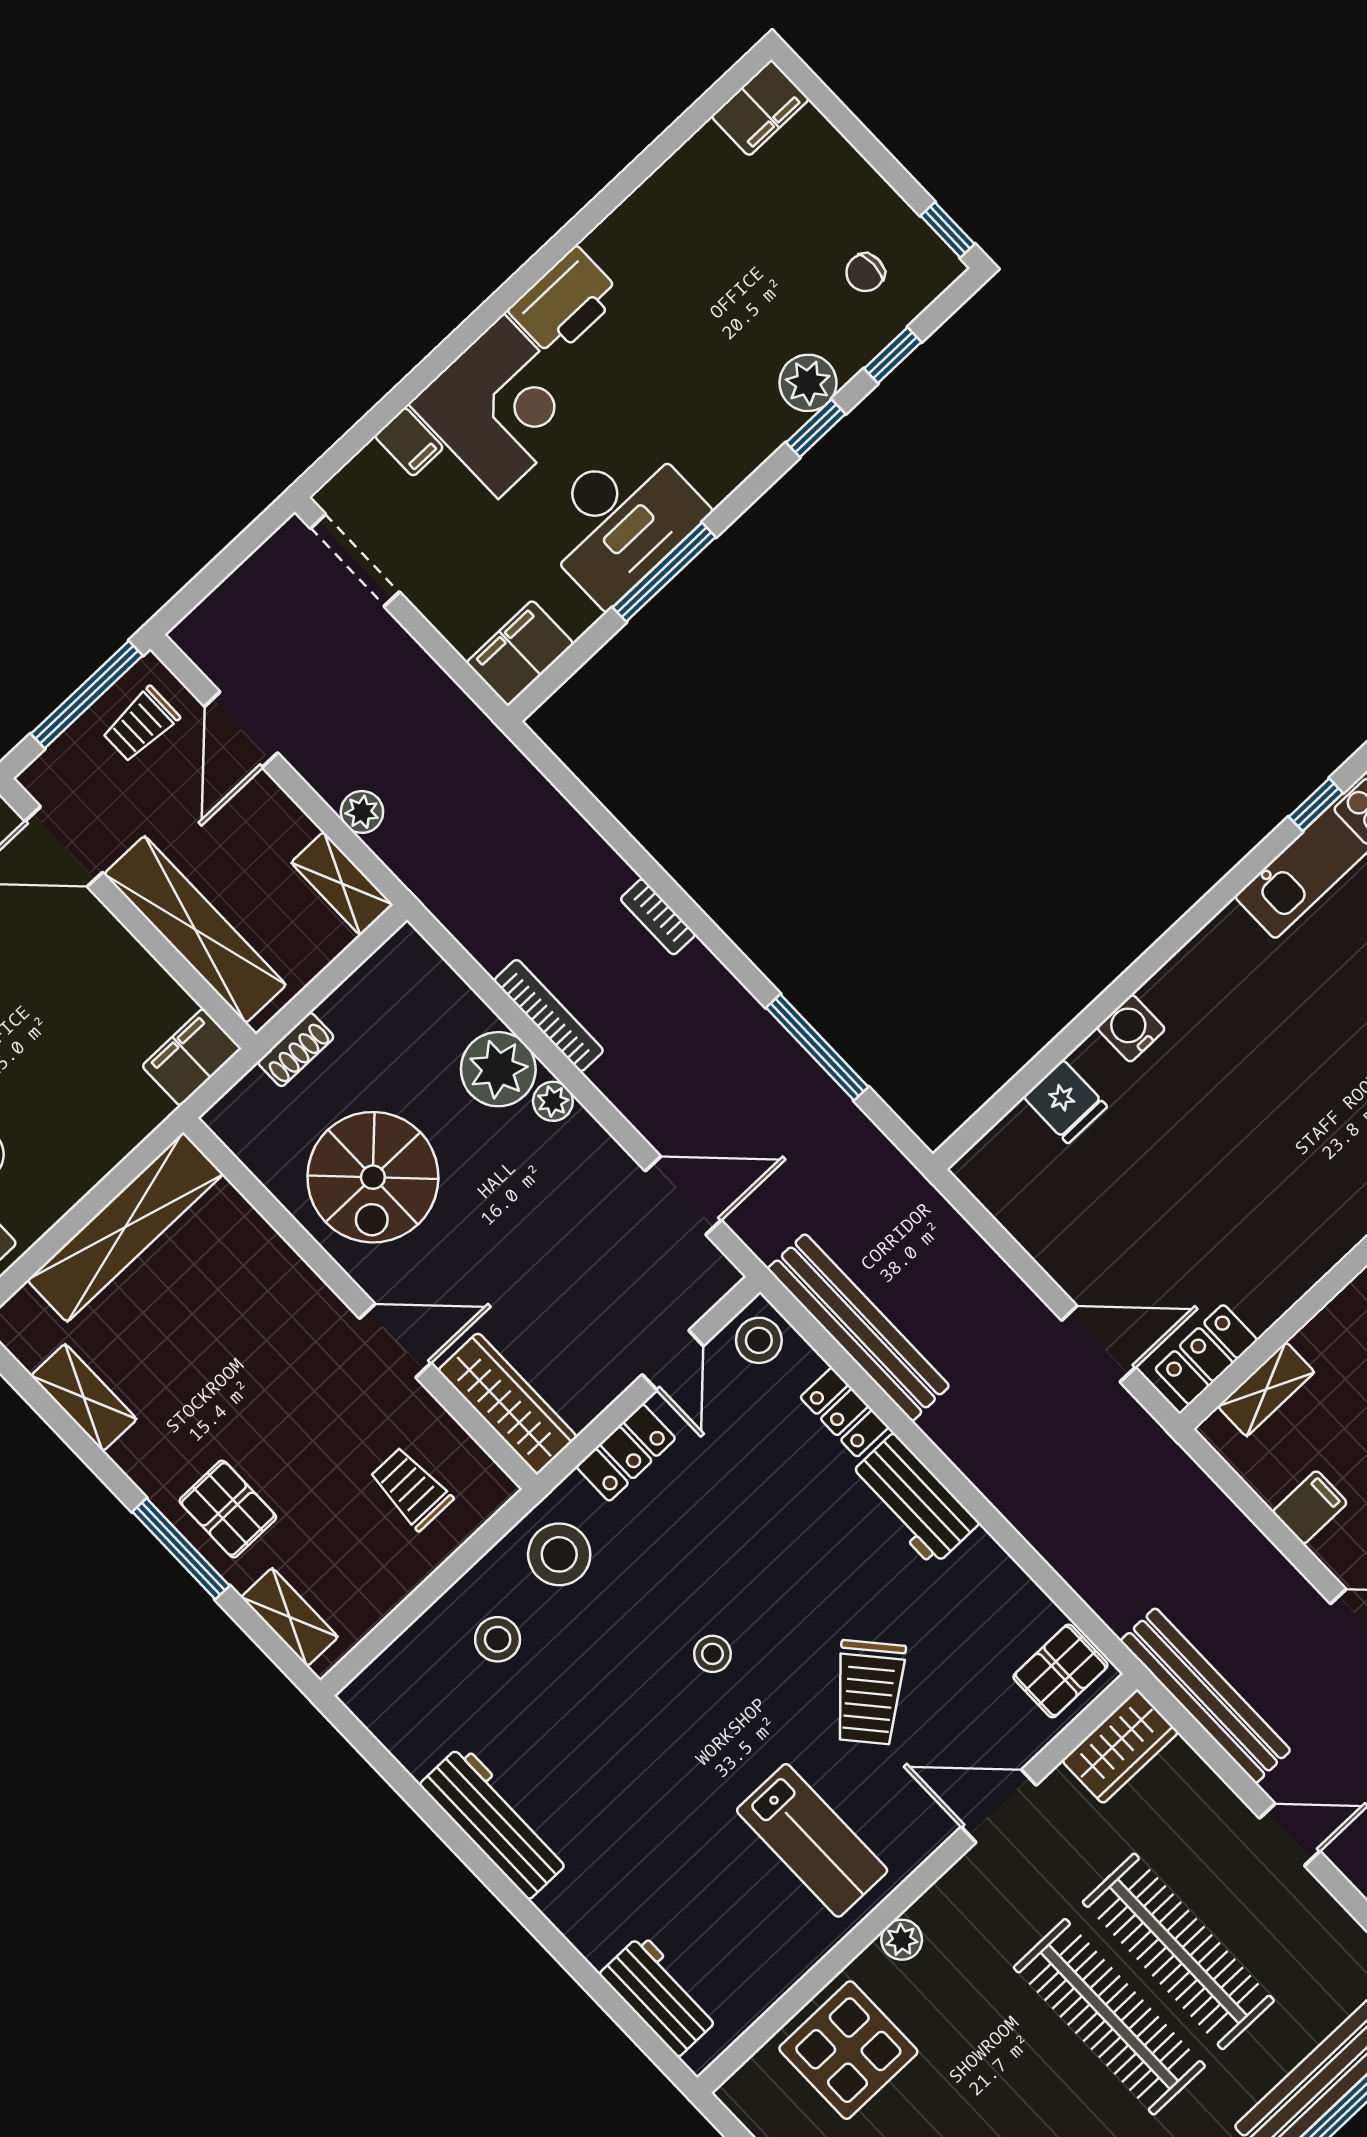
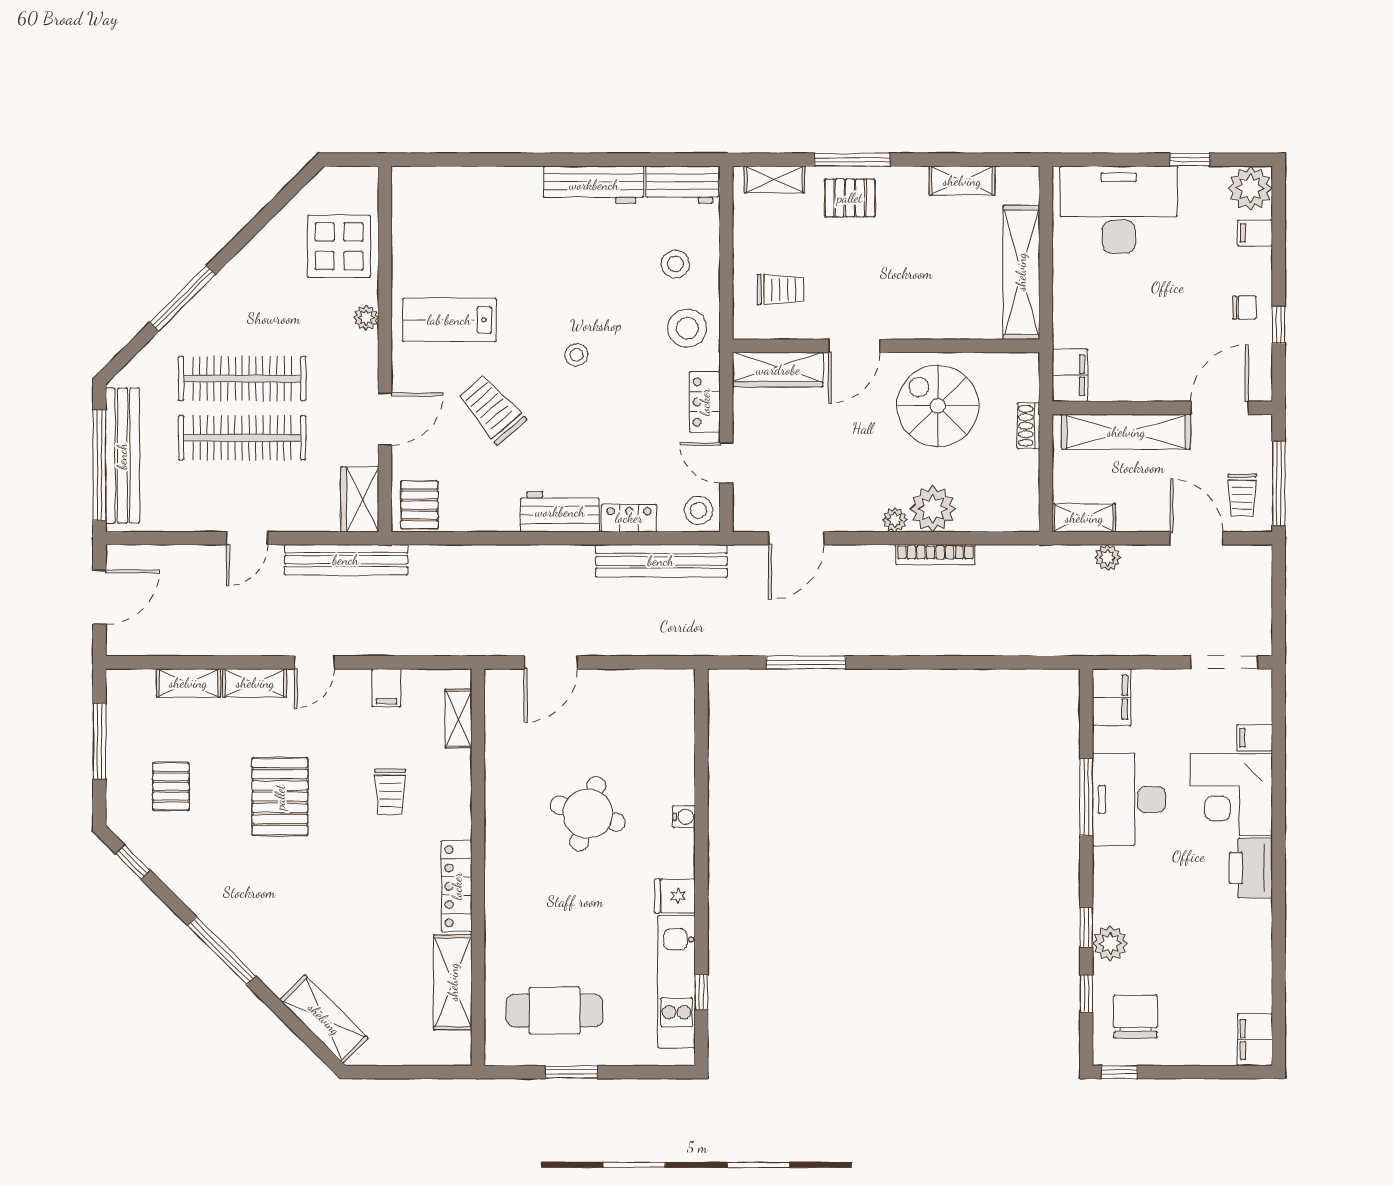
chair: (865, 273) -> (1135, 1017), width x1.87, depth x1.87
trolley: (141, 724) -> (1242, 495), turned 180
bookcase: (658, 917) -> (933, 646), removed
water cooler: (1131, 1028) -> (684, 817), width x0.72, depth x0.72
fridge: (1065, 1102) -> (675, 896), moved
round table: (1234, 1134) -> (588, 814), added
locker: (1206, 1355) -> (500, 706), removed
workbench: (660, 1995) -> (682, 185), moved

